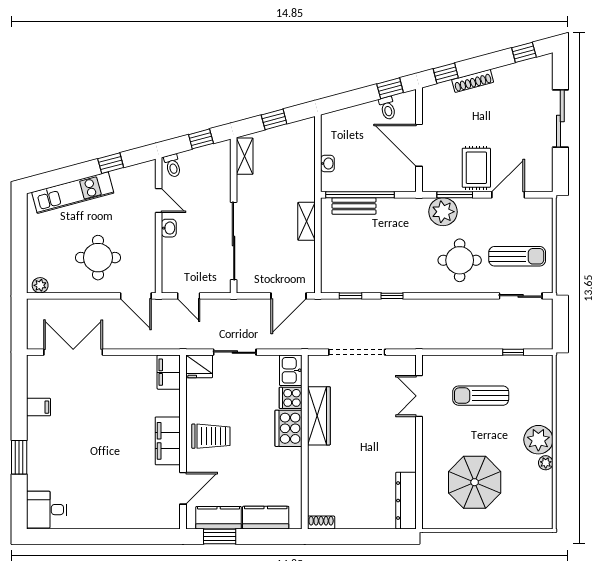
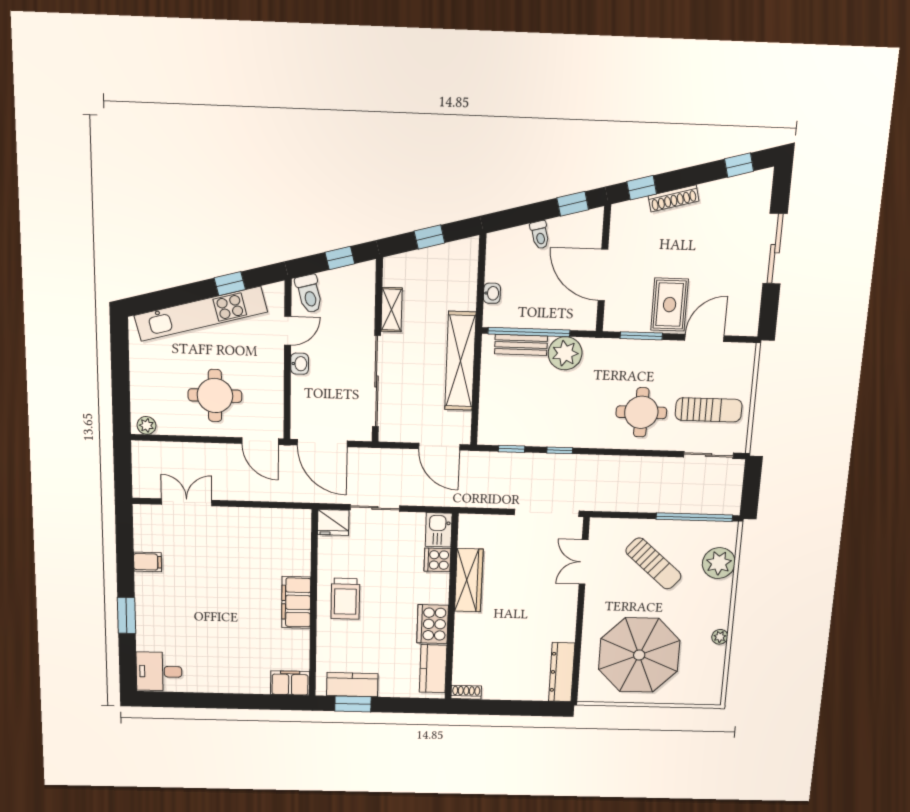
toilet: (388, 108) -> (540, 235), moved
shelving: (245, 156) -> (392, 310), moved
toilet: (173, 166) -> (309, 294), width x1.37, depth x1.39
kitchen unit: (73, 193) -> (201, 314), width x1.36
door: (159, 201) -> (288, 331), hinge flipped
plant: (443, 212) -> (565, 353), moved
shelving: (306, 221) -> (460, 361), width x2.20, depth x1.33
door: (189, 296) -> (322, 443), width x1.87
door: (288, 296) -> (439, 447), hinge flipped
double door: (73, 352) -> (187, 502), width x0.73
doorway: (357, 352) -> (547, 513), moved
window: (513, 352) -> (694, 517), width x3.17
filing cabinet: (169, 372) -> (290, 683), moved, turned 90
sun lounger: (481, 396) -> (653, 563), turned -139
cooker: (288, 428) -> (433, 624), moved
trolley: (211, 436) -> (345, 599), turned 90
plant: (538, 440) -> (719, 563), moved
parasol: (475, 482) -> (639, 655), width x1.36, depth x1.36
door: (183, 488) -> (313, 653), removed
kitchen counter: (266, 518) -> (433, 669), moved, turned -90

